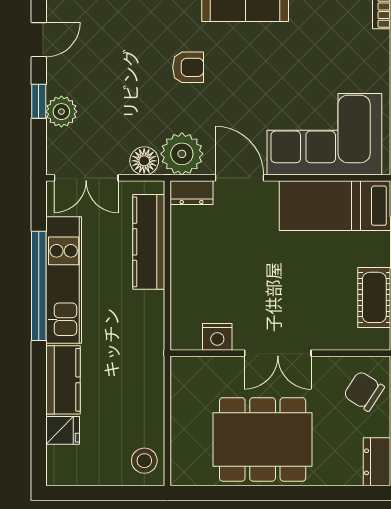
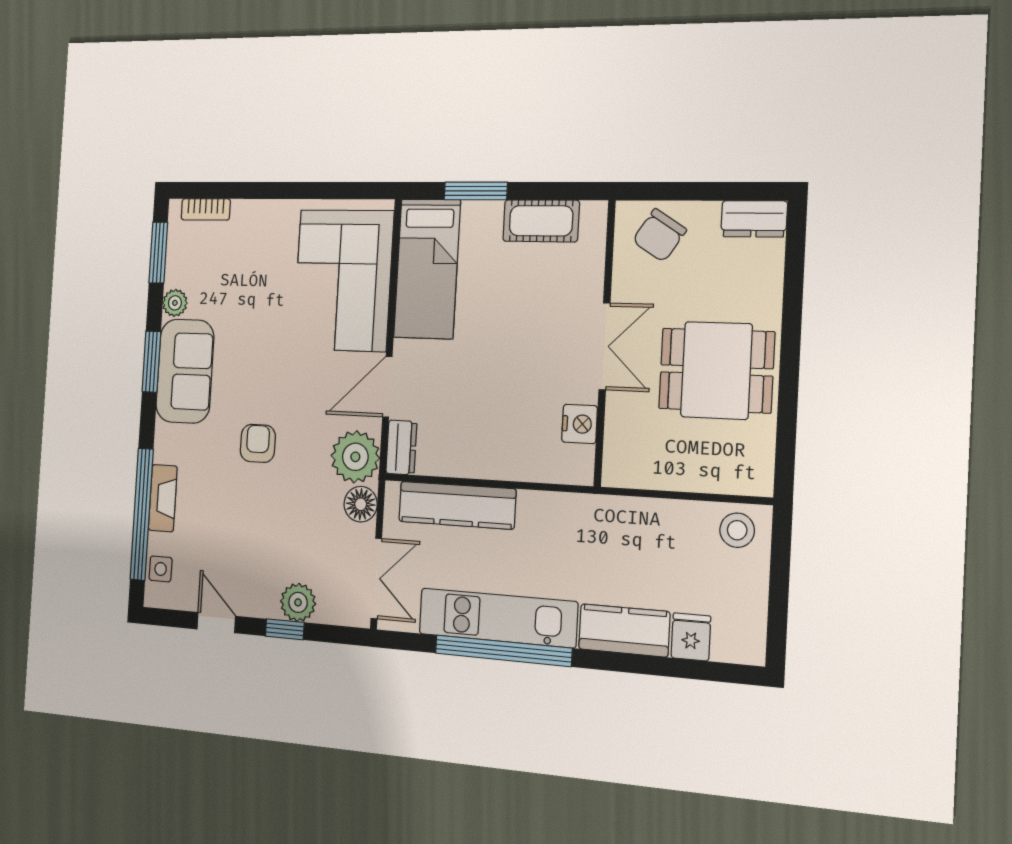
dining table: (263, 439) -> (716, 370), width x0.73

